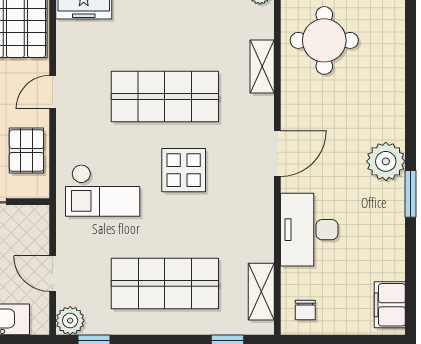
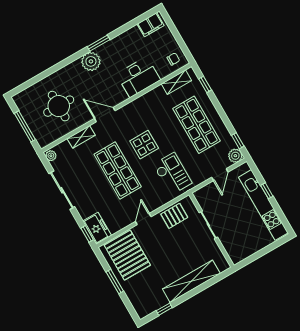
round table: (324, 40) -> (59, 106), moved
door: (53, 92) -> (143, 219), swing flipped
door: (277, 154) -> (105, 115), moved

